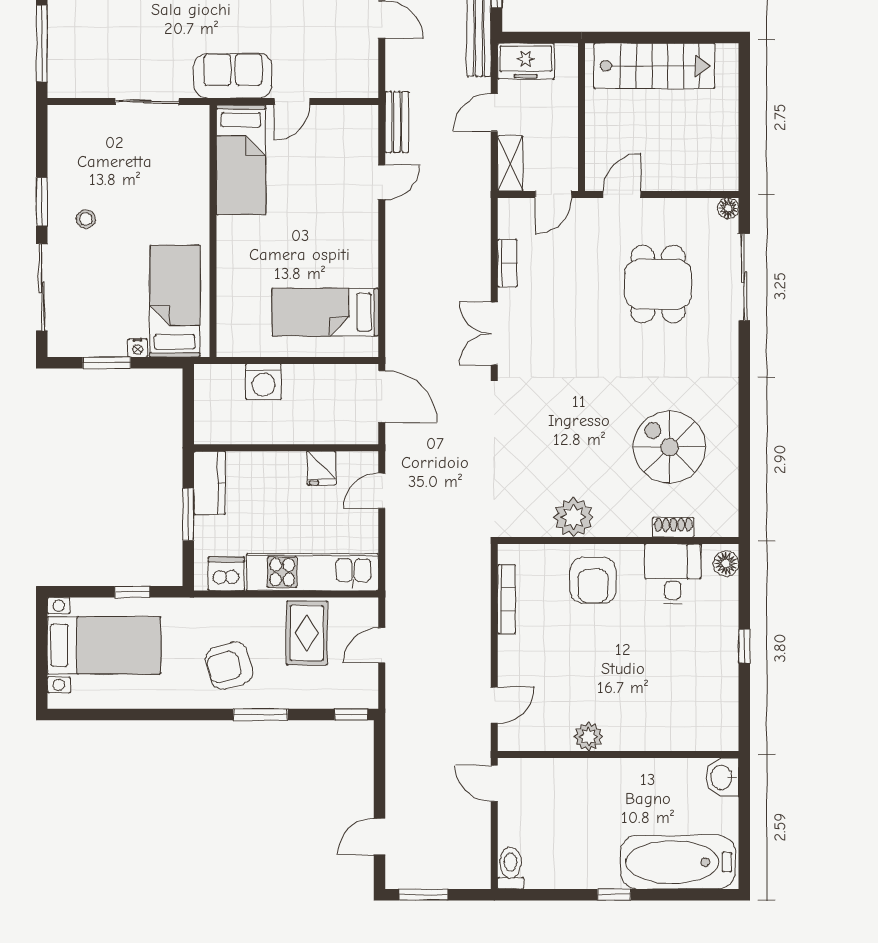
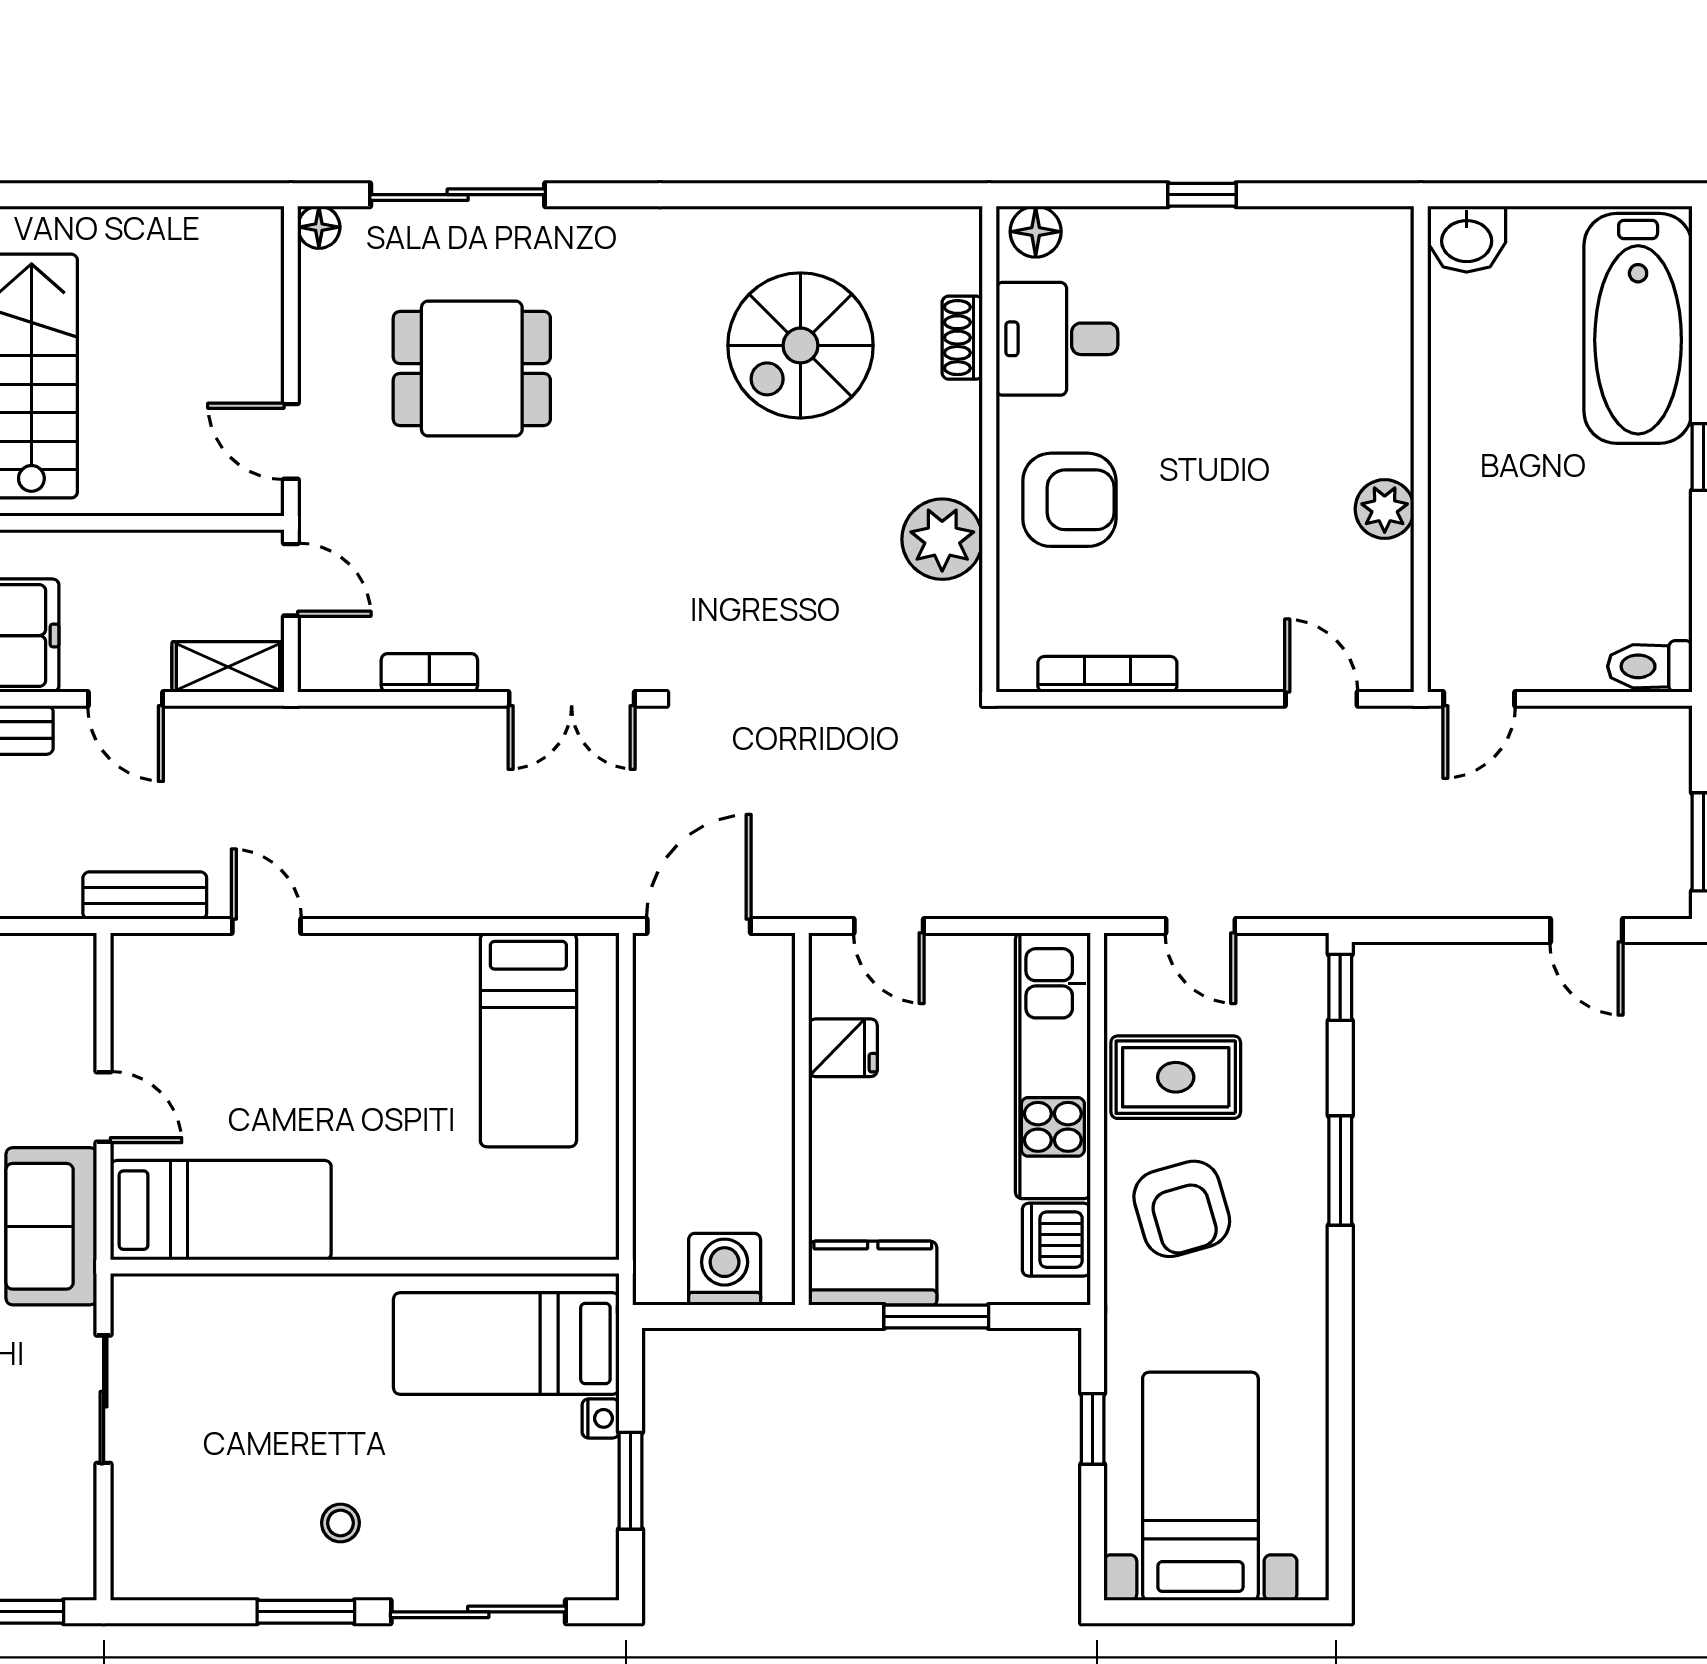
washing machine: (263, 382) -> (725, 1269), moved, turned -90
armchair: (229, 666) -> (1182, 1209), moved

